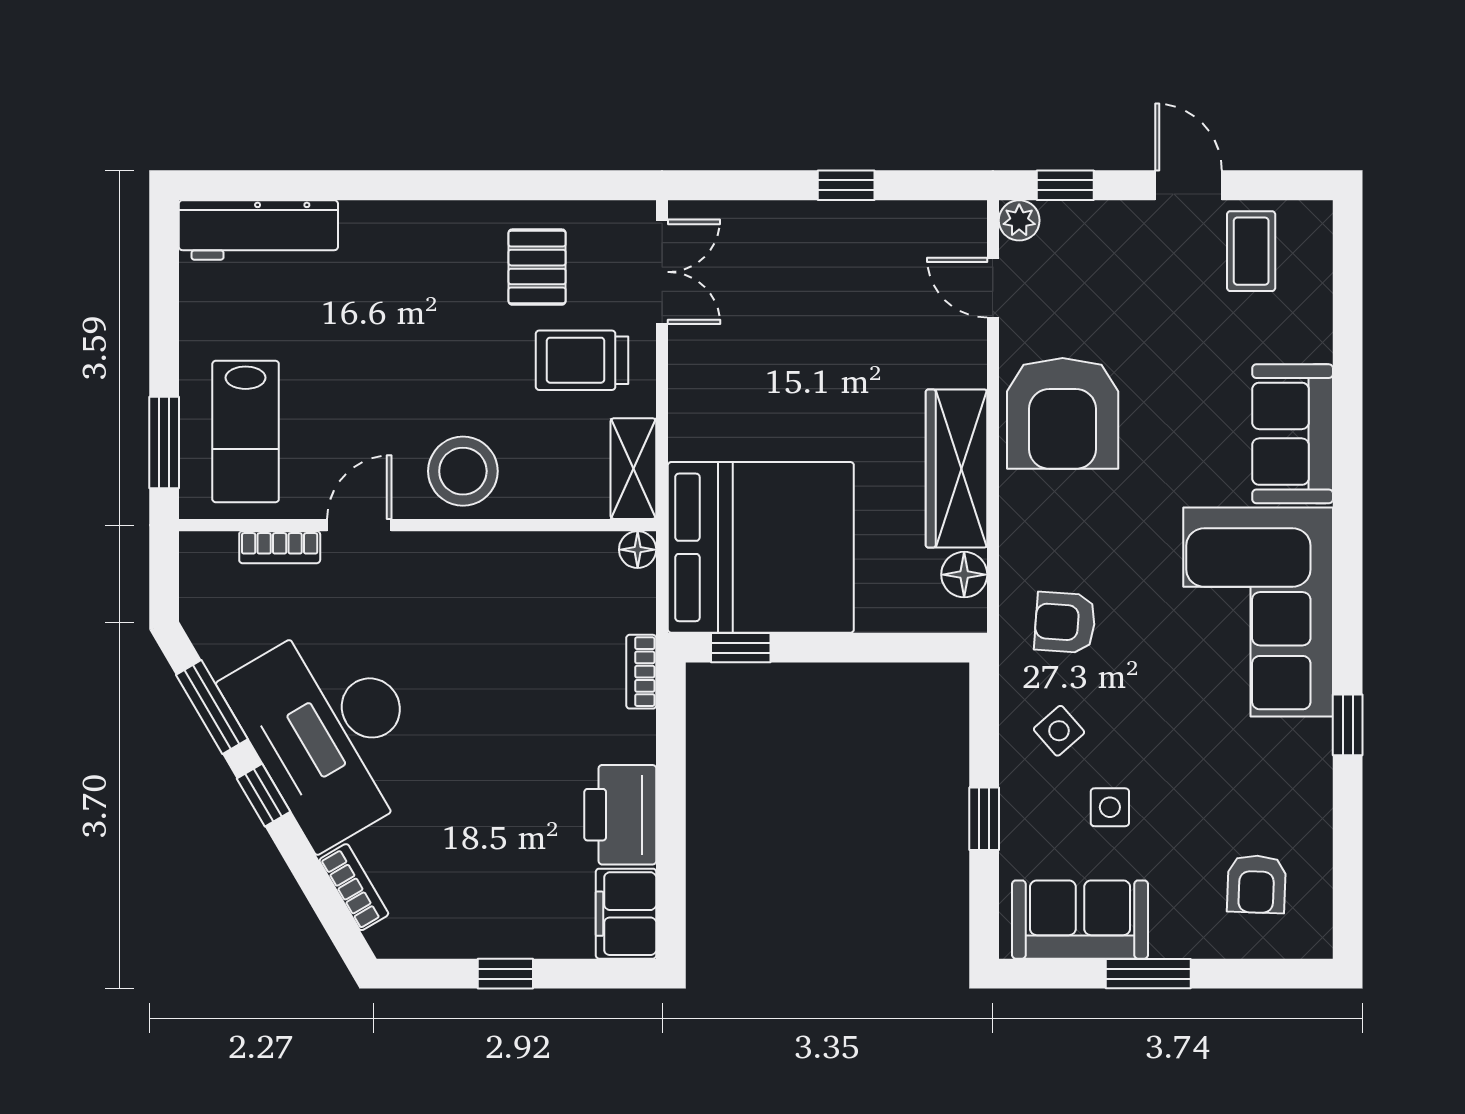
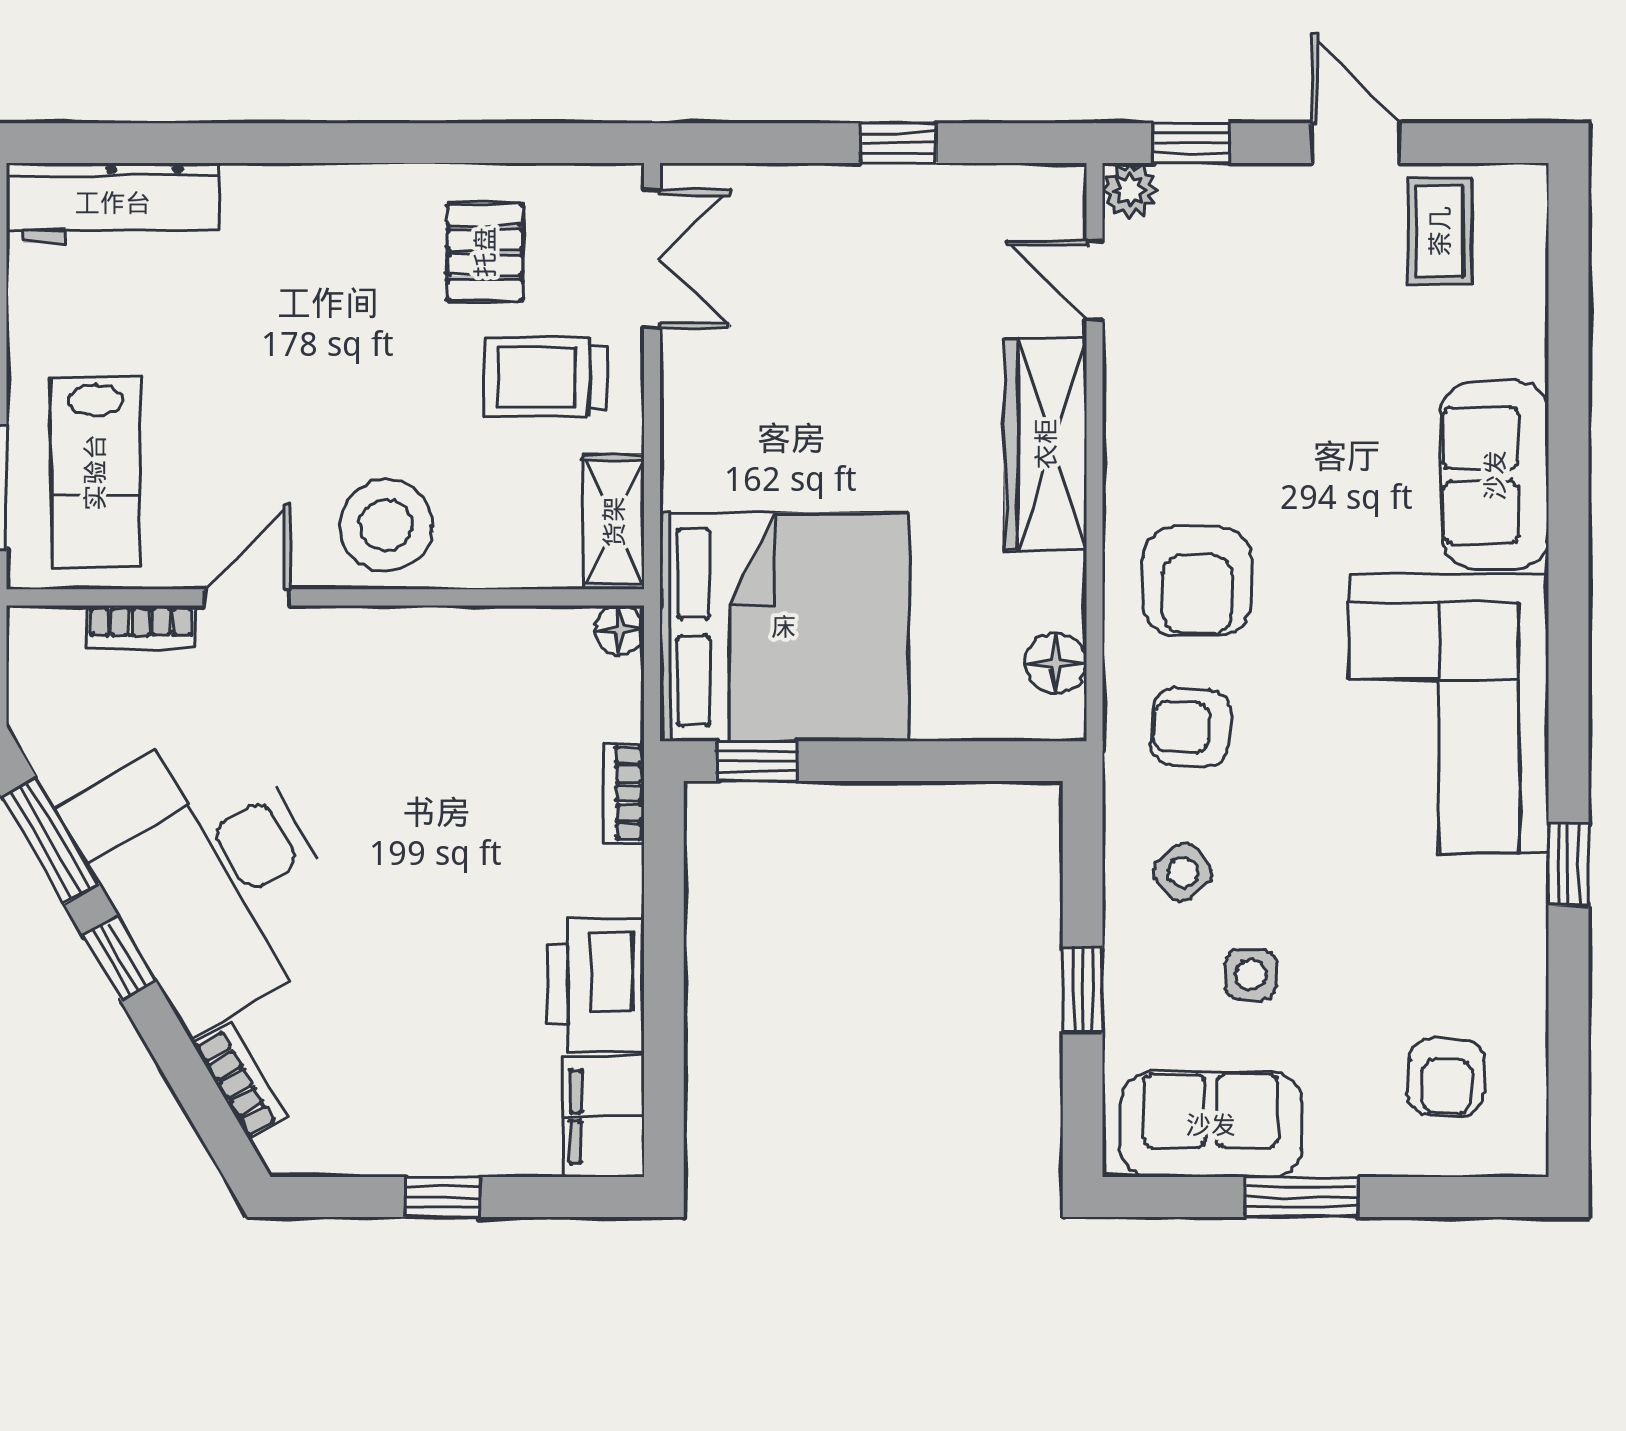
armchair: (1063, 413) -> (1197, 581), moved, width x0.73, depth x0.73
wardrobe: (956, 468) -> (1046, 444), moved

